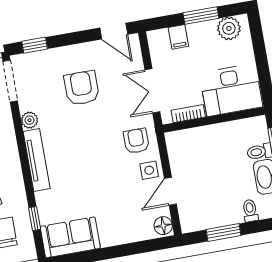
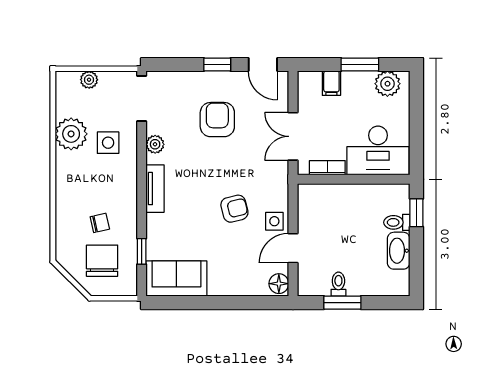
window: (35, 45) -> (217, 64), moved
armchair: (136, 141) -> (234, 209), moved, turned 76
tv unit: (37, 160) -> (155, 189), width x0.71
toilet: (250, 211) -> (338, 284), moved

